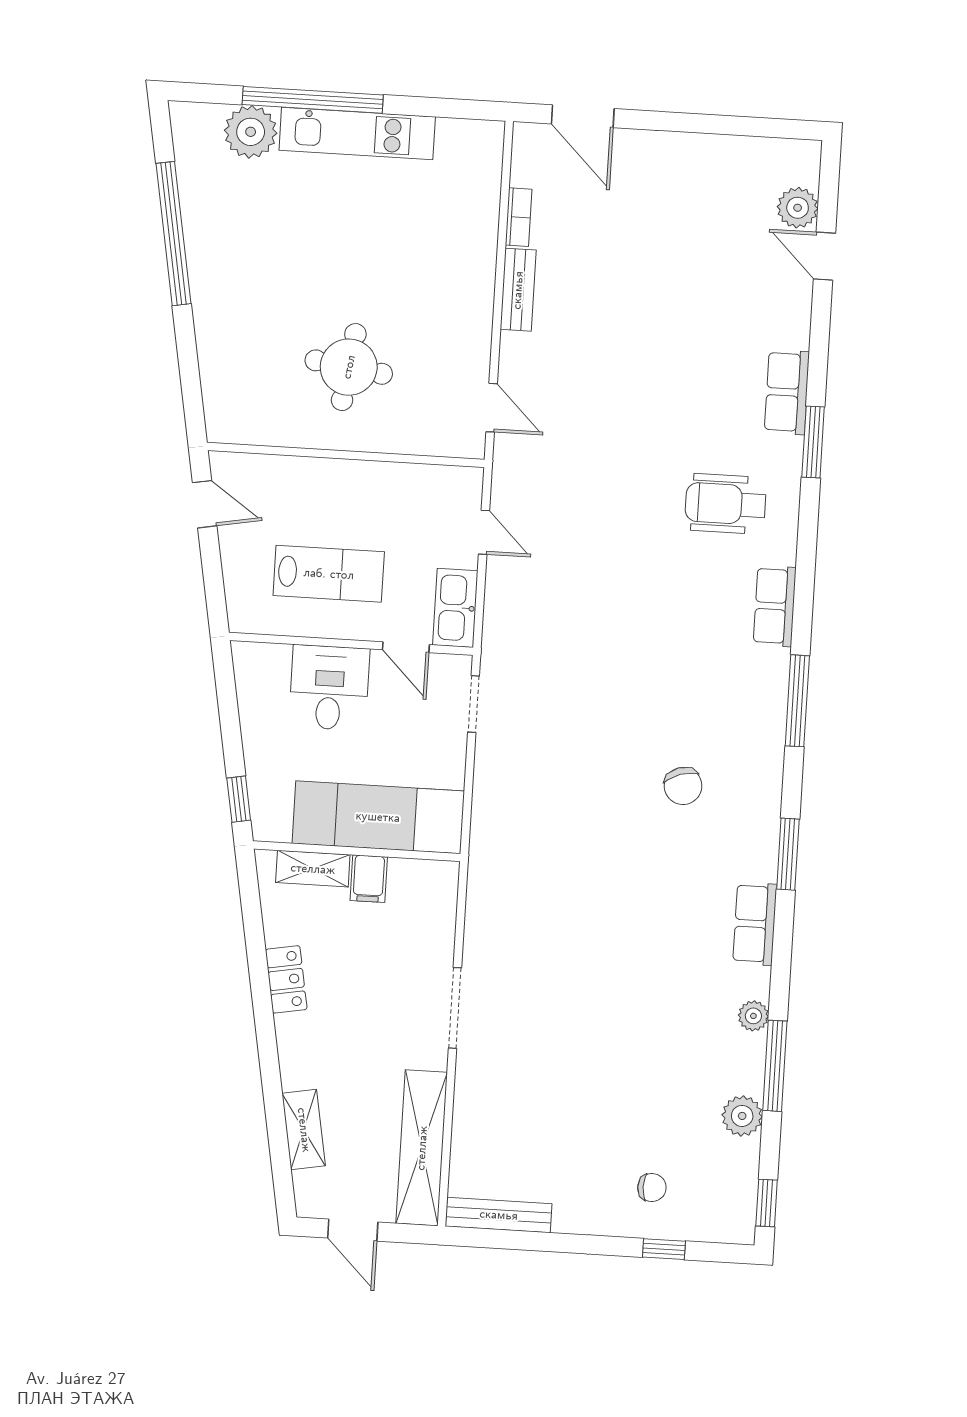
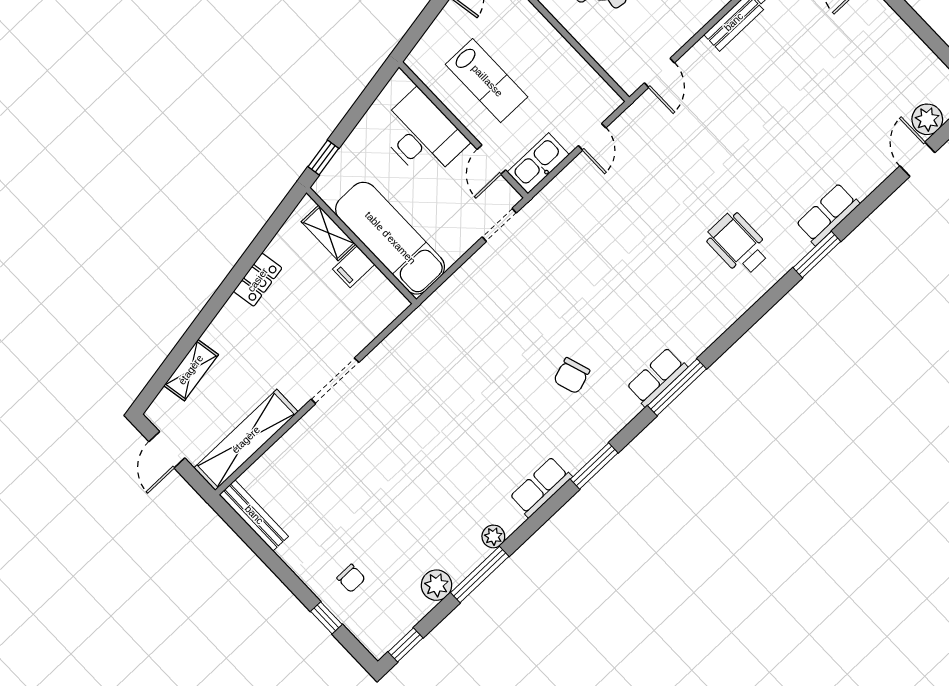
row of seats: (775, 606) -> (657, 377), moved
desk: (329, 688) -> (422, 135), width x1.37

